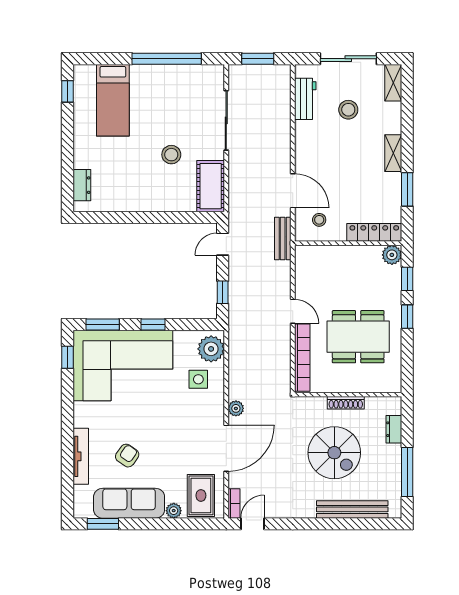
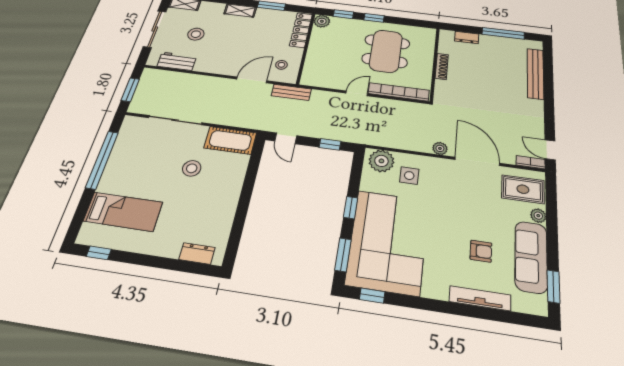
spiral stairs: (334, 453) -> (485, 80), removed
armchair: (127, 456) -> (481, 251), turned 145

